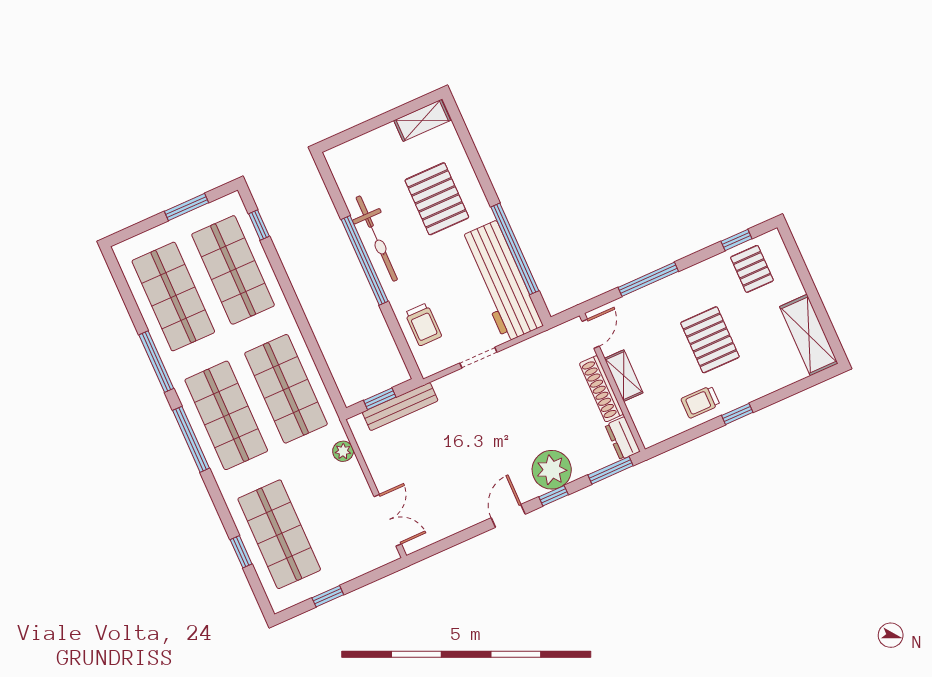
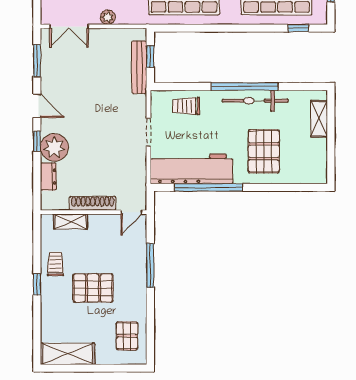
shelving: (422, 120) -> (319, 119), moved
pallet: (437, 199) -> (264, 151), turned 90
window: (736, 240) -> (150, 334), removed
pallet: (752, 269) -> (127, 336), turned 90
door: (591, 334) -> (131, 212), hinge flipped
shelving: (624, 376) -> (71, 222), moved
dresser: (623, 438) -> (48, 177), moved, turned 90
plant: (343, 451) -> (108, 17), moved
window: (611, 470) -> (37, 61), moved

